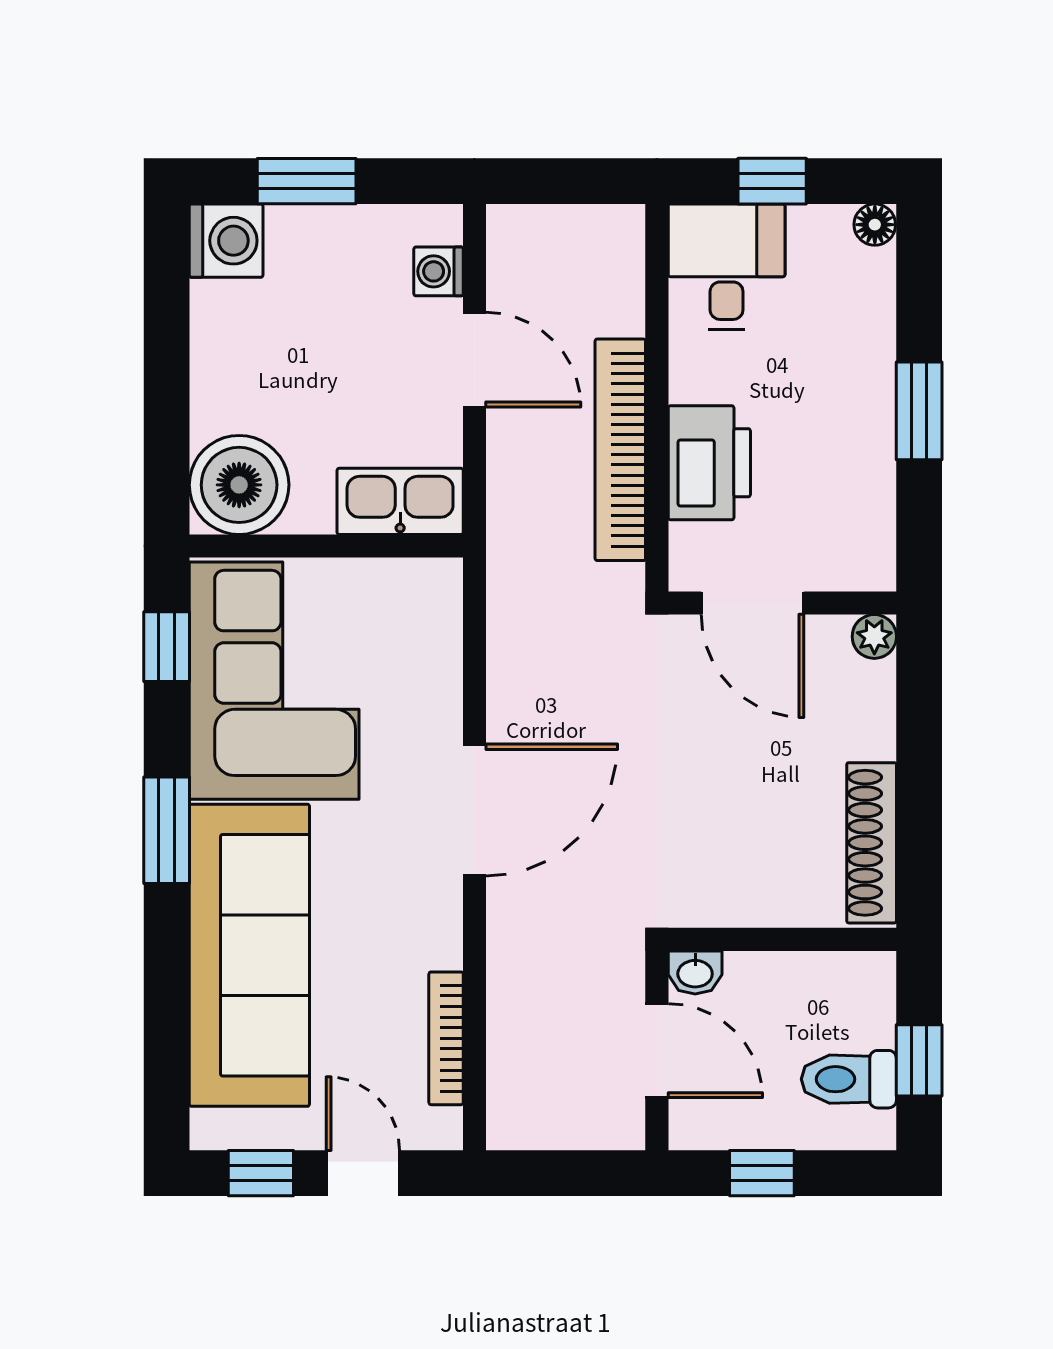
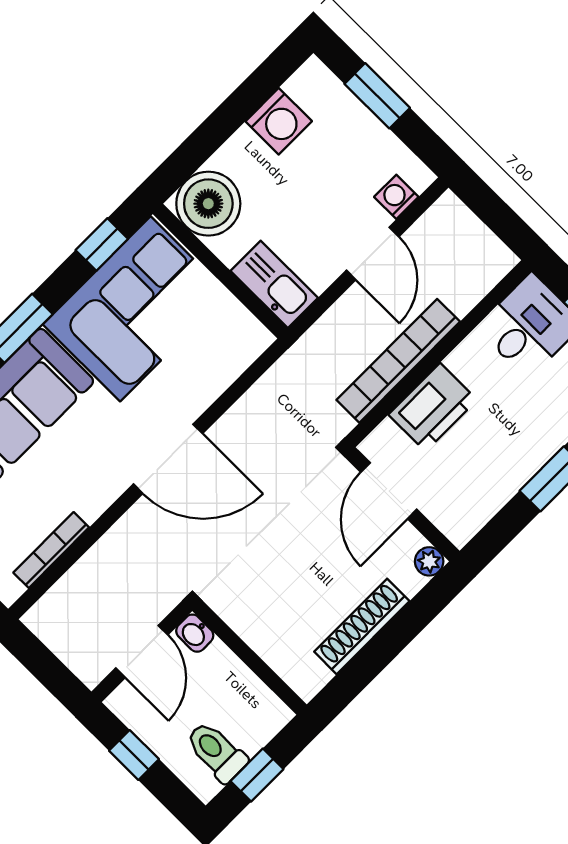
washing machine: (226, 241) -> (279, 121), moved
shoe rack: (872, 843) -> (362, 626), moved

